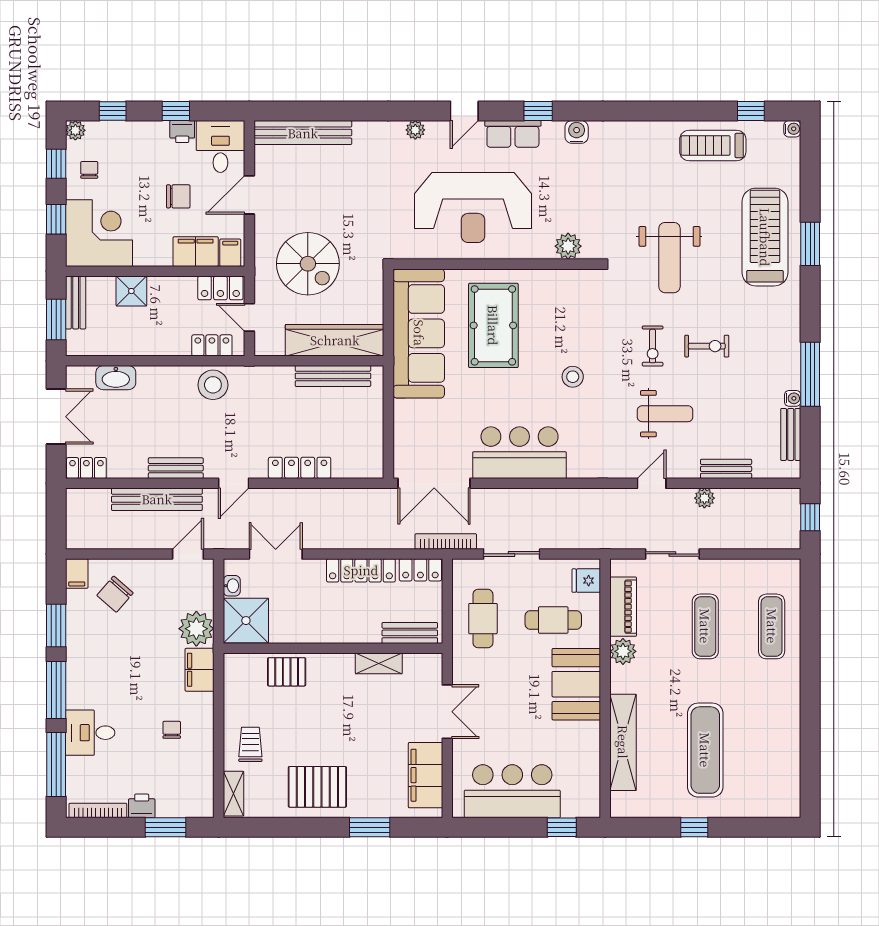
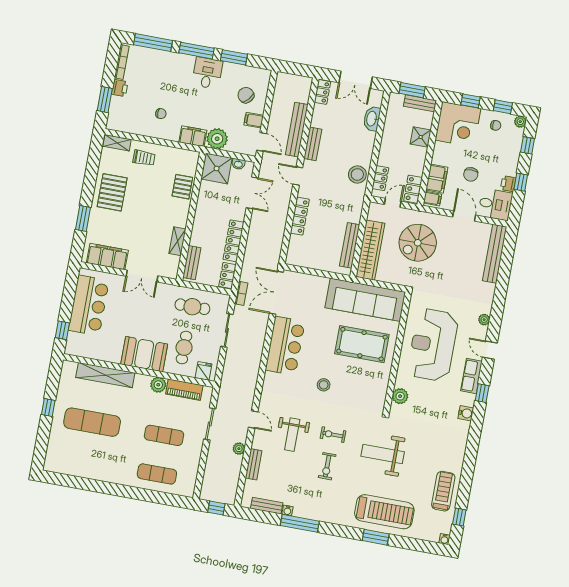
bookcase: (446, 541) -> (241, 293), width x0.64
filing cabinet: (77, 574) -> (254, 120), moved
desk: (90, 733) -> (207, 73), moved

